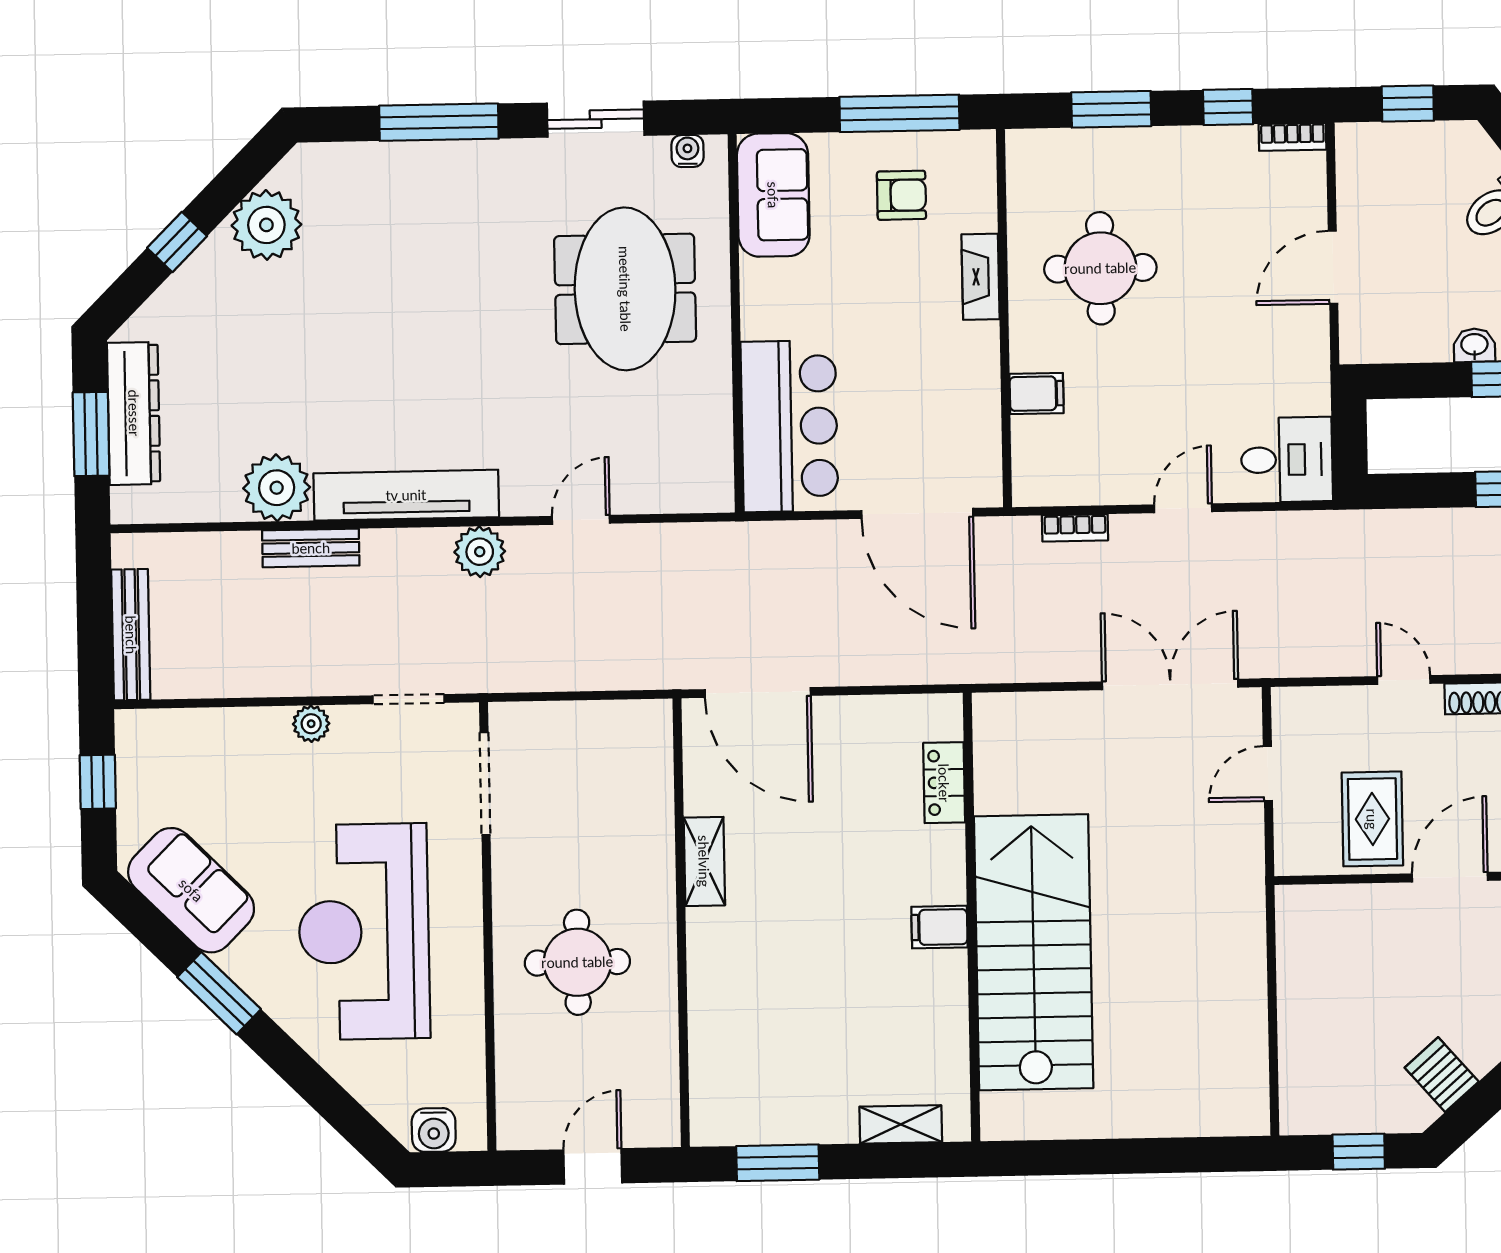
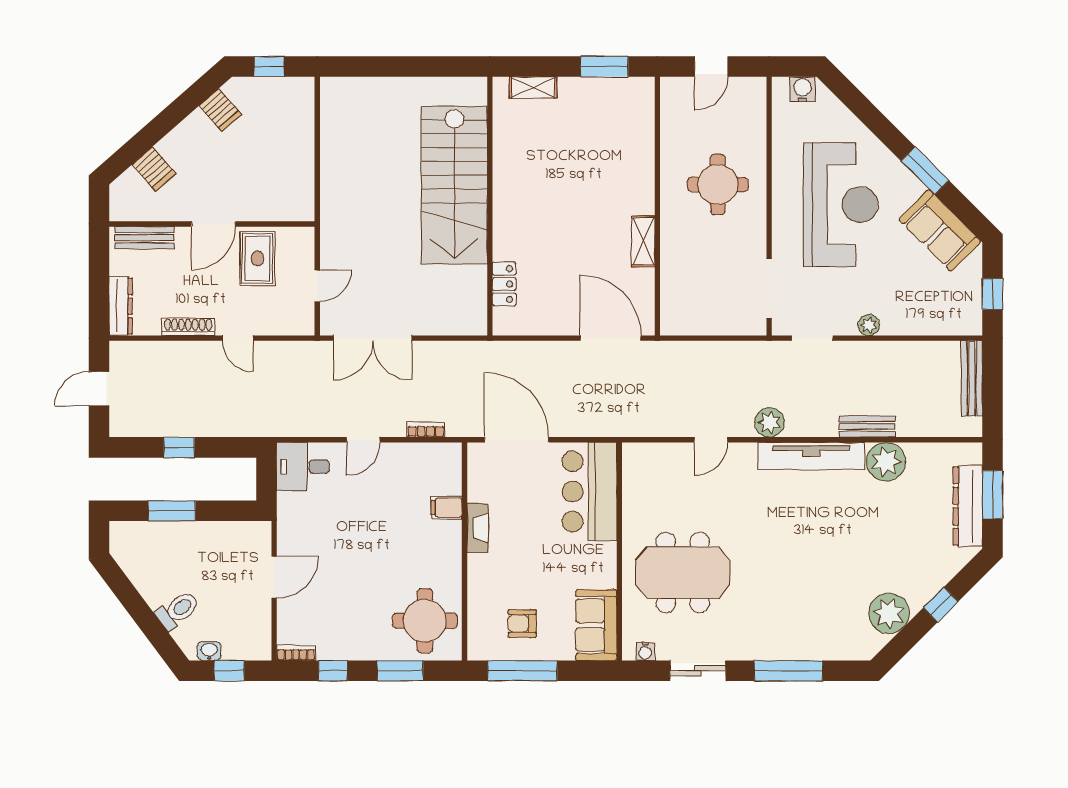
round table: (1100, 268) -> (425, 621), moved
fireplace: (980, 277) -> (478, 528), moved
meeting table: (625, 289) -> (683, 573), turned 90
washbasin: (1474, 345) -> (209, 651), moved, turned 180
filing cabinet: (939, 927) -> (508, 201), removed

